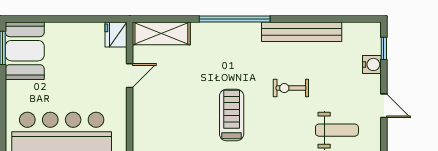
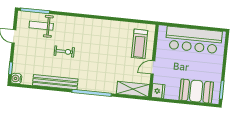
booth: (25, 51) -> (196, 91), moved, turned 90
water cooler: (372, 64) -> (16, 79), moved
treadmill: (232, 115) -> (140, 44), moved

